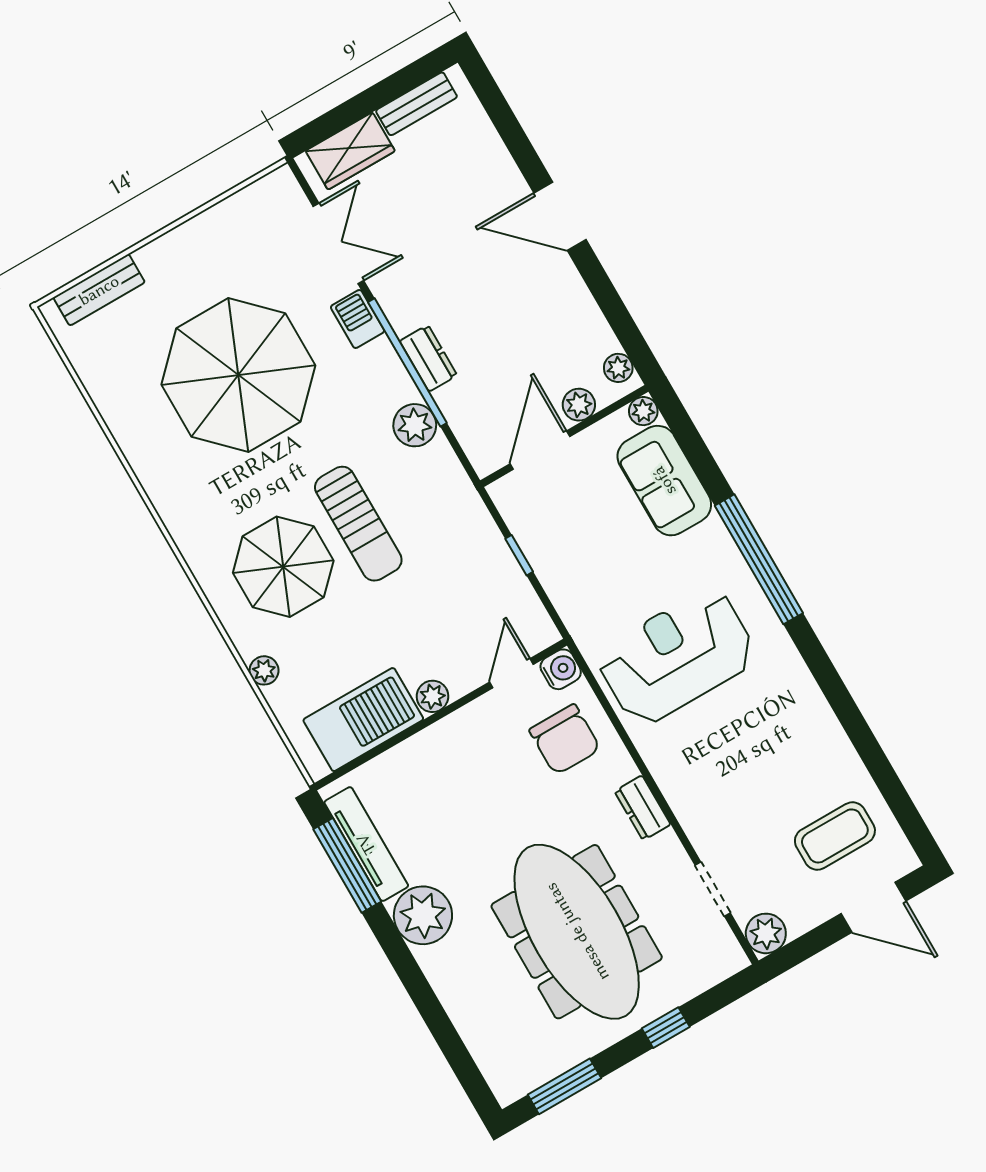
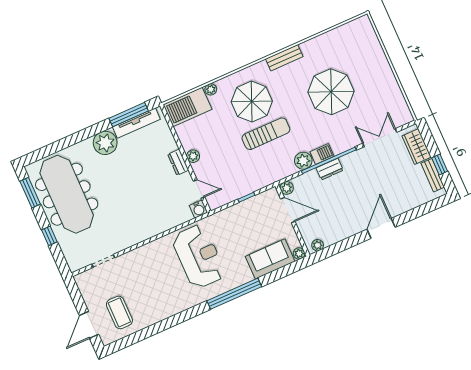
window: (388, 90) -> (440, 165), added
double door: (338, 244) -> (380, 138), swing flipped
bench: (99, 290) -> (284, 58), moved, turned 90
barbecue: (358, 319) -> (322, 154), moved
parasol: (238, 375) -> (331, 92), width x0.73, depth x0.73
plant: (579, 405) -> (287, 188), moved
sun lounger: (358, 524) -> (266, 134), turned 180
barbecue: (363, 720) -> (187, 107), moved, turned 90
chair: (565, 739) -> (170, 208), removed
dresser: (643, 808) -> (178, 162), moved, turned -90
meeting table: (577, 932) -> (67, 194), moved, turned 90
plant: (766, 933) -> (83, 280), removed

